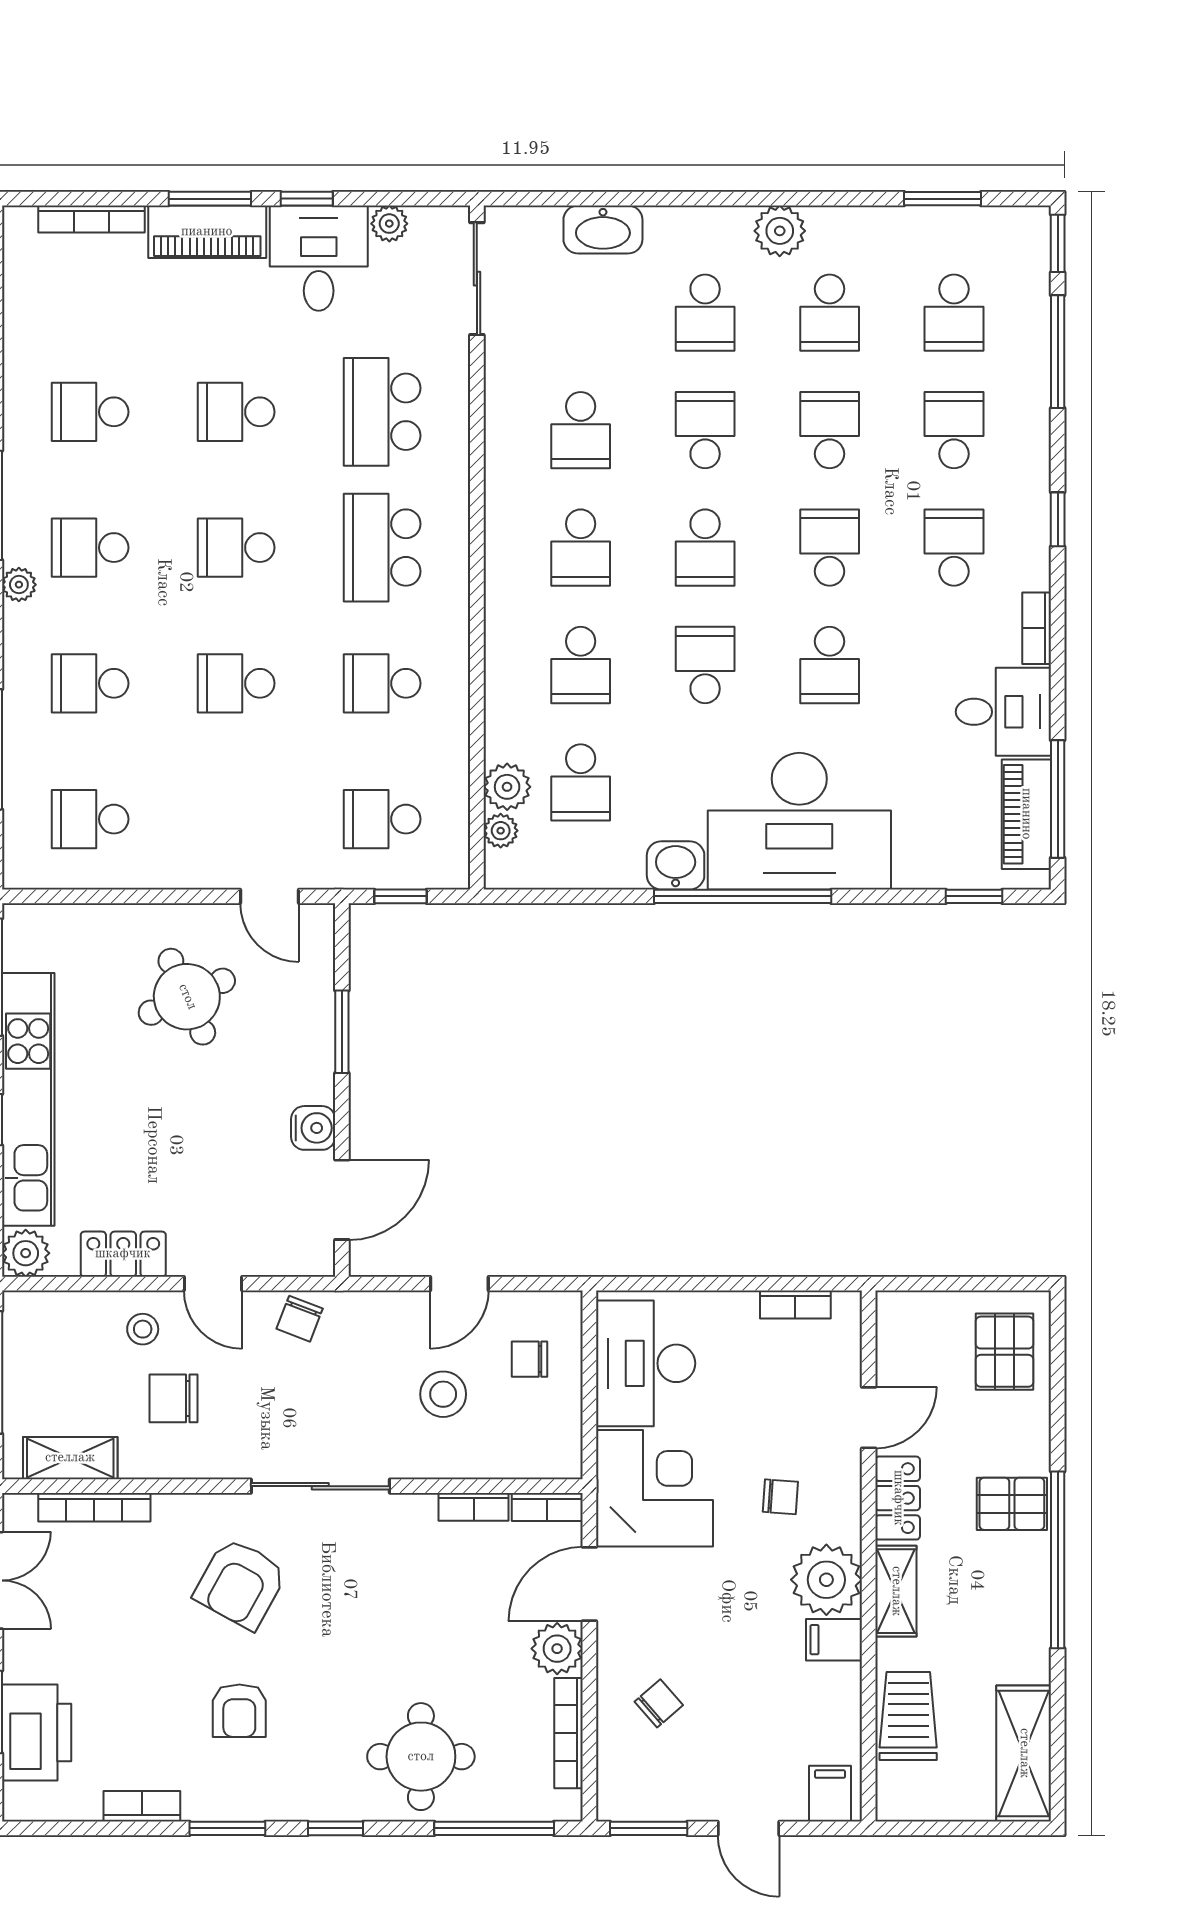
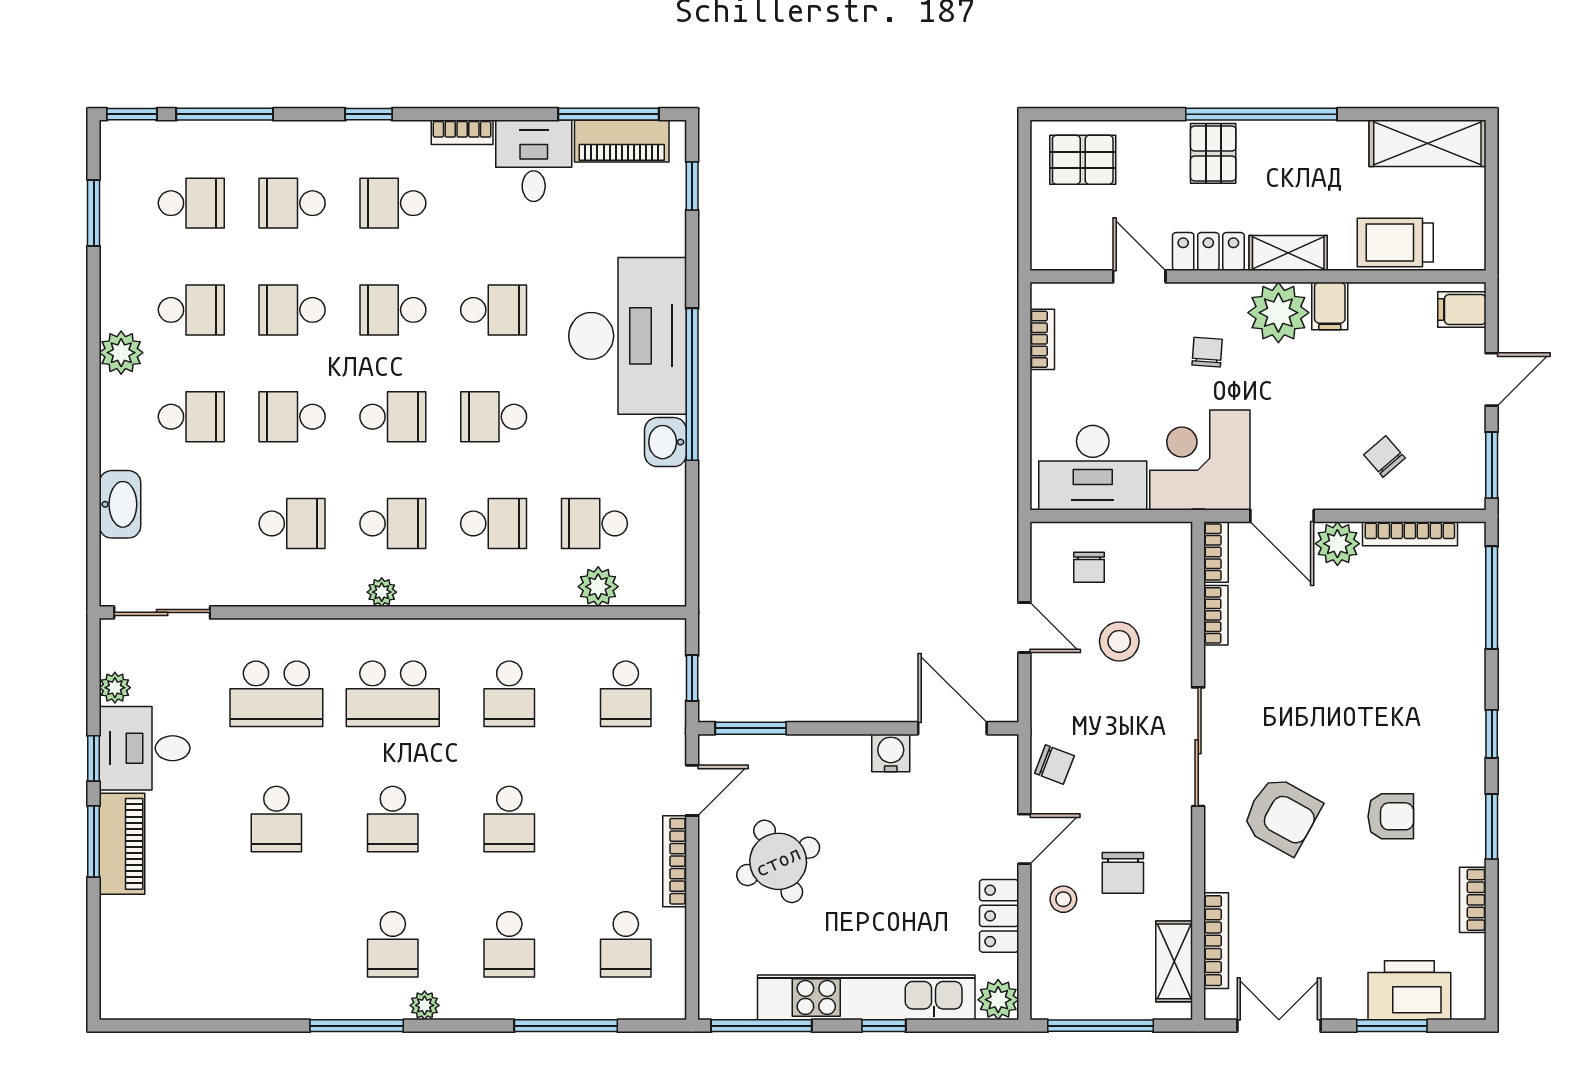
bookcase: (91, 219) -> (675, 861), moved, turned 180
school desk: (90, 412) -> (276, 944), removed
school desk: (581, 782) -> (594, 523), turned 180
plant: (501, 831) -> (382, 592), moved
window: (342, 1032) -> (751, 728), moved
round table: (421, 1757) -> (1430, 660), removed

